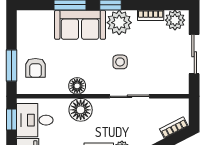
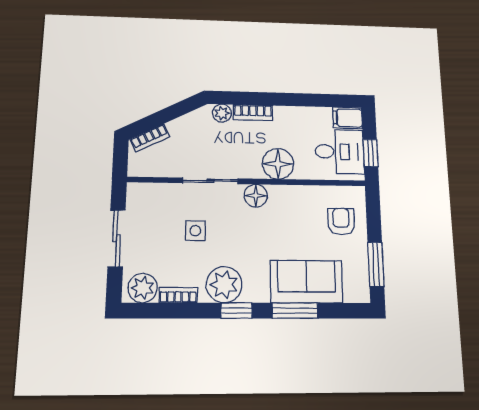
sofa: (80, 25) -> (306, 282), moved
side table: (120, 62) -> (195, 231), moved
window: (12, 65) -> (376, 264), moved
floor lamp: (77, 86) -> (256, 196), moved

